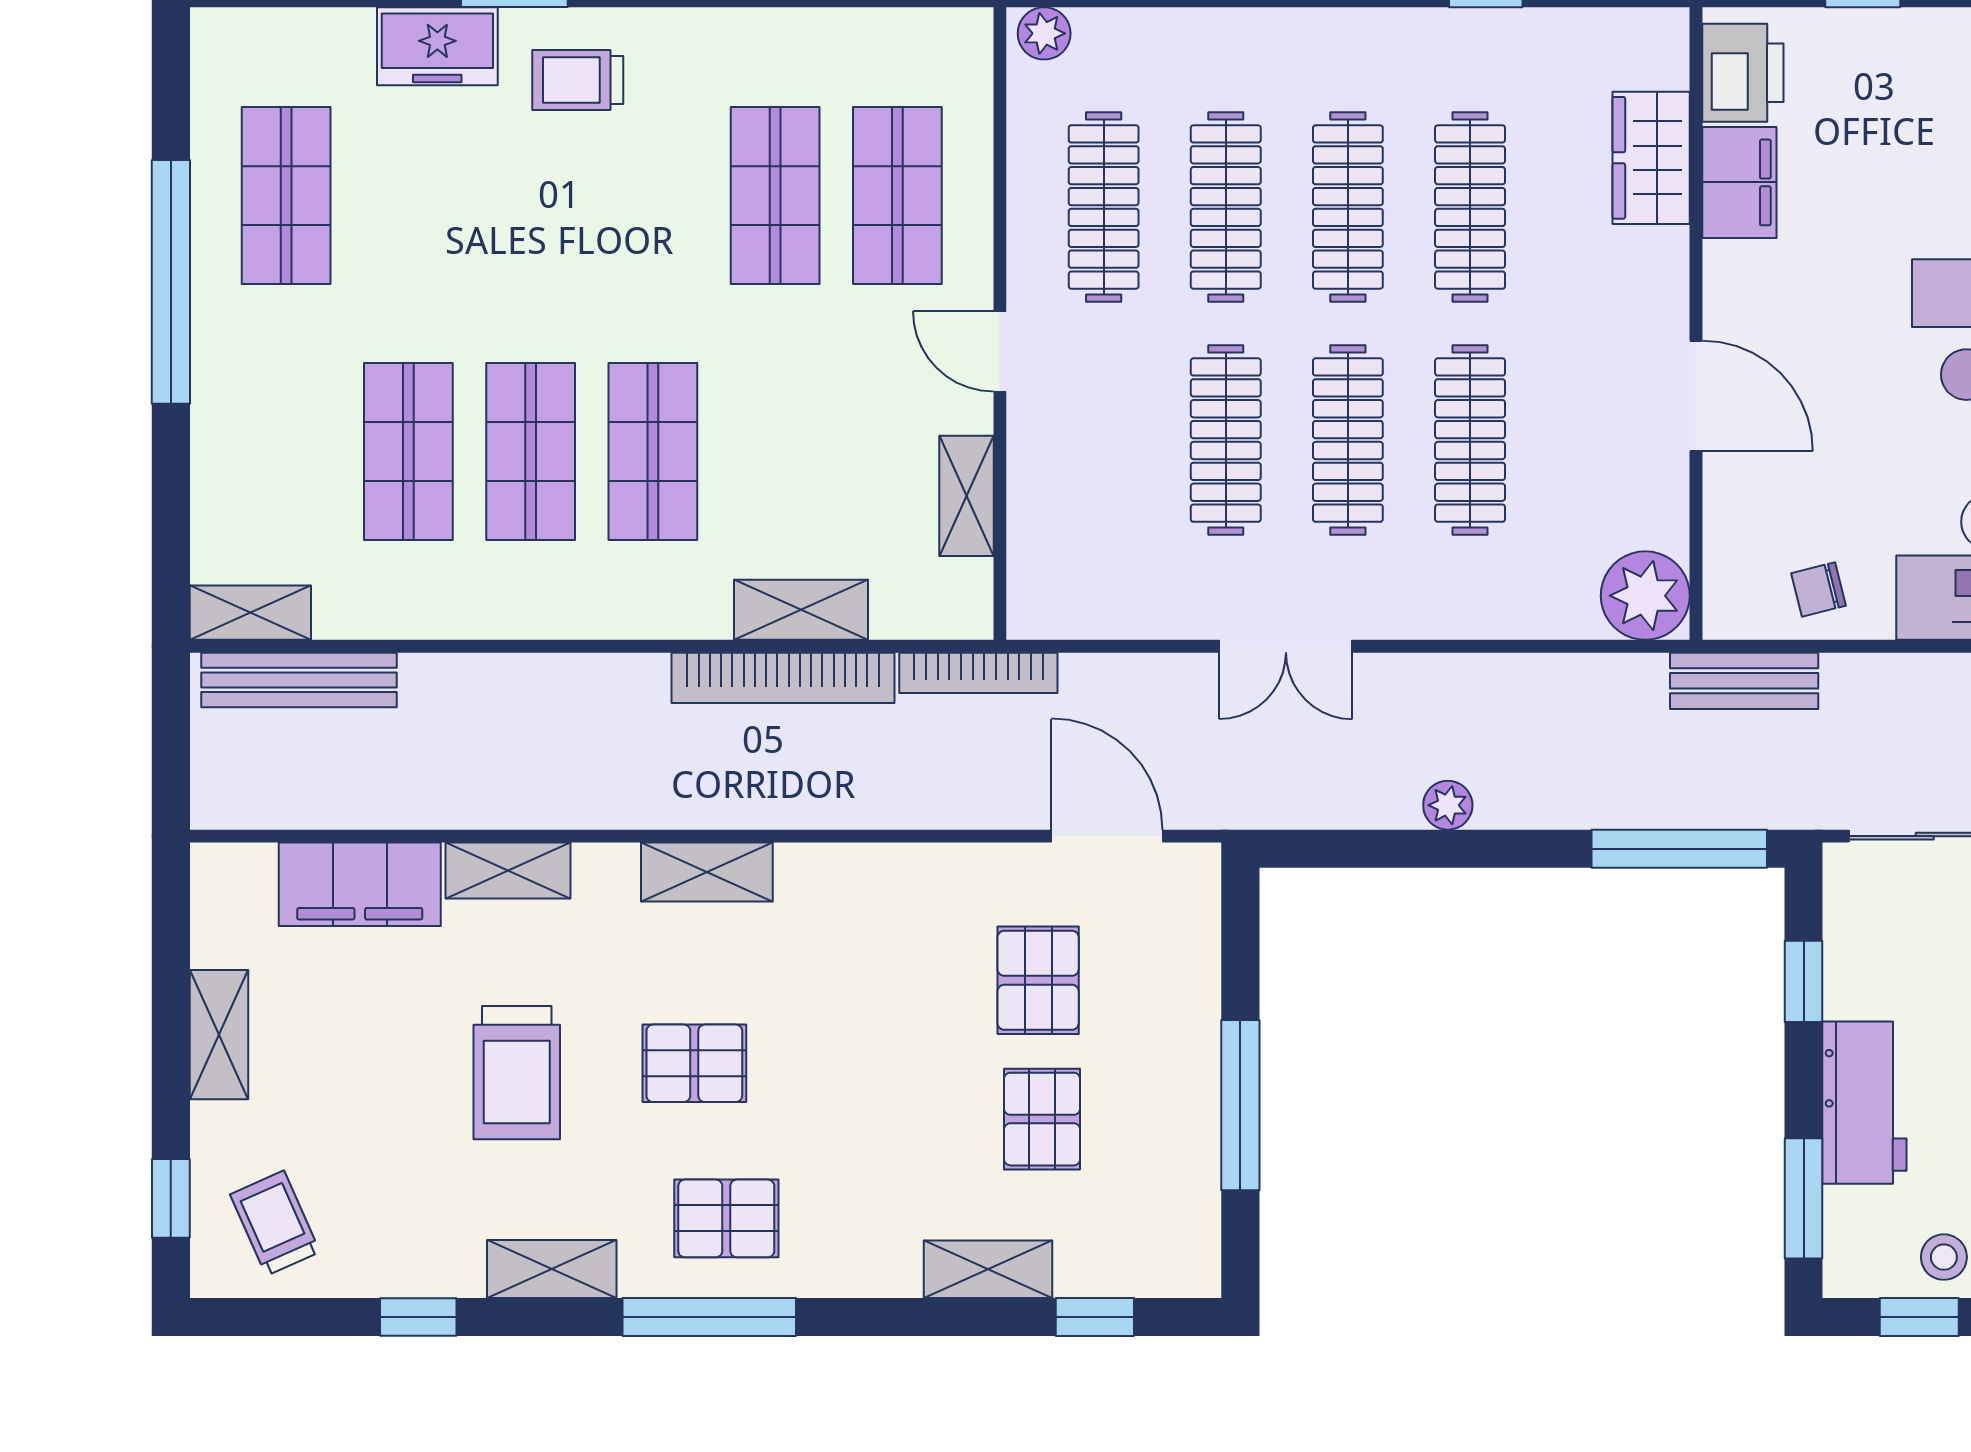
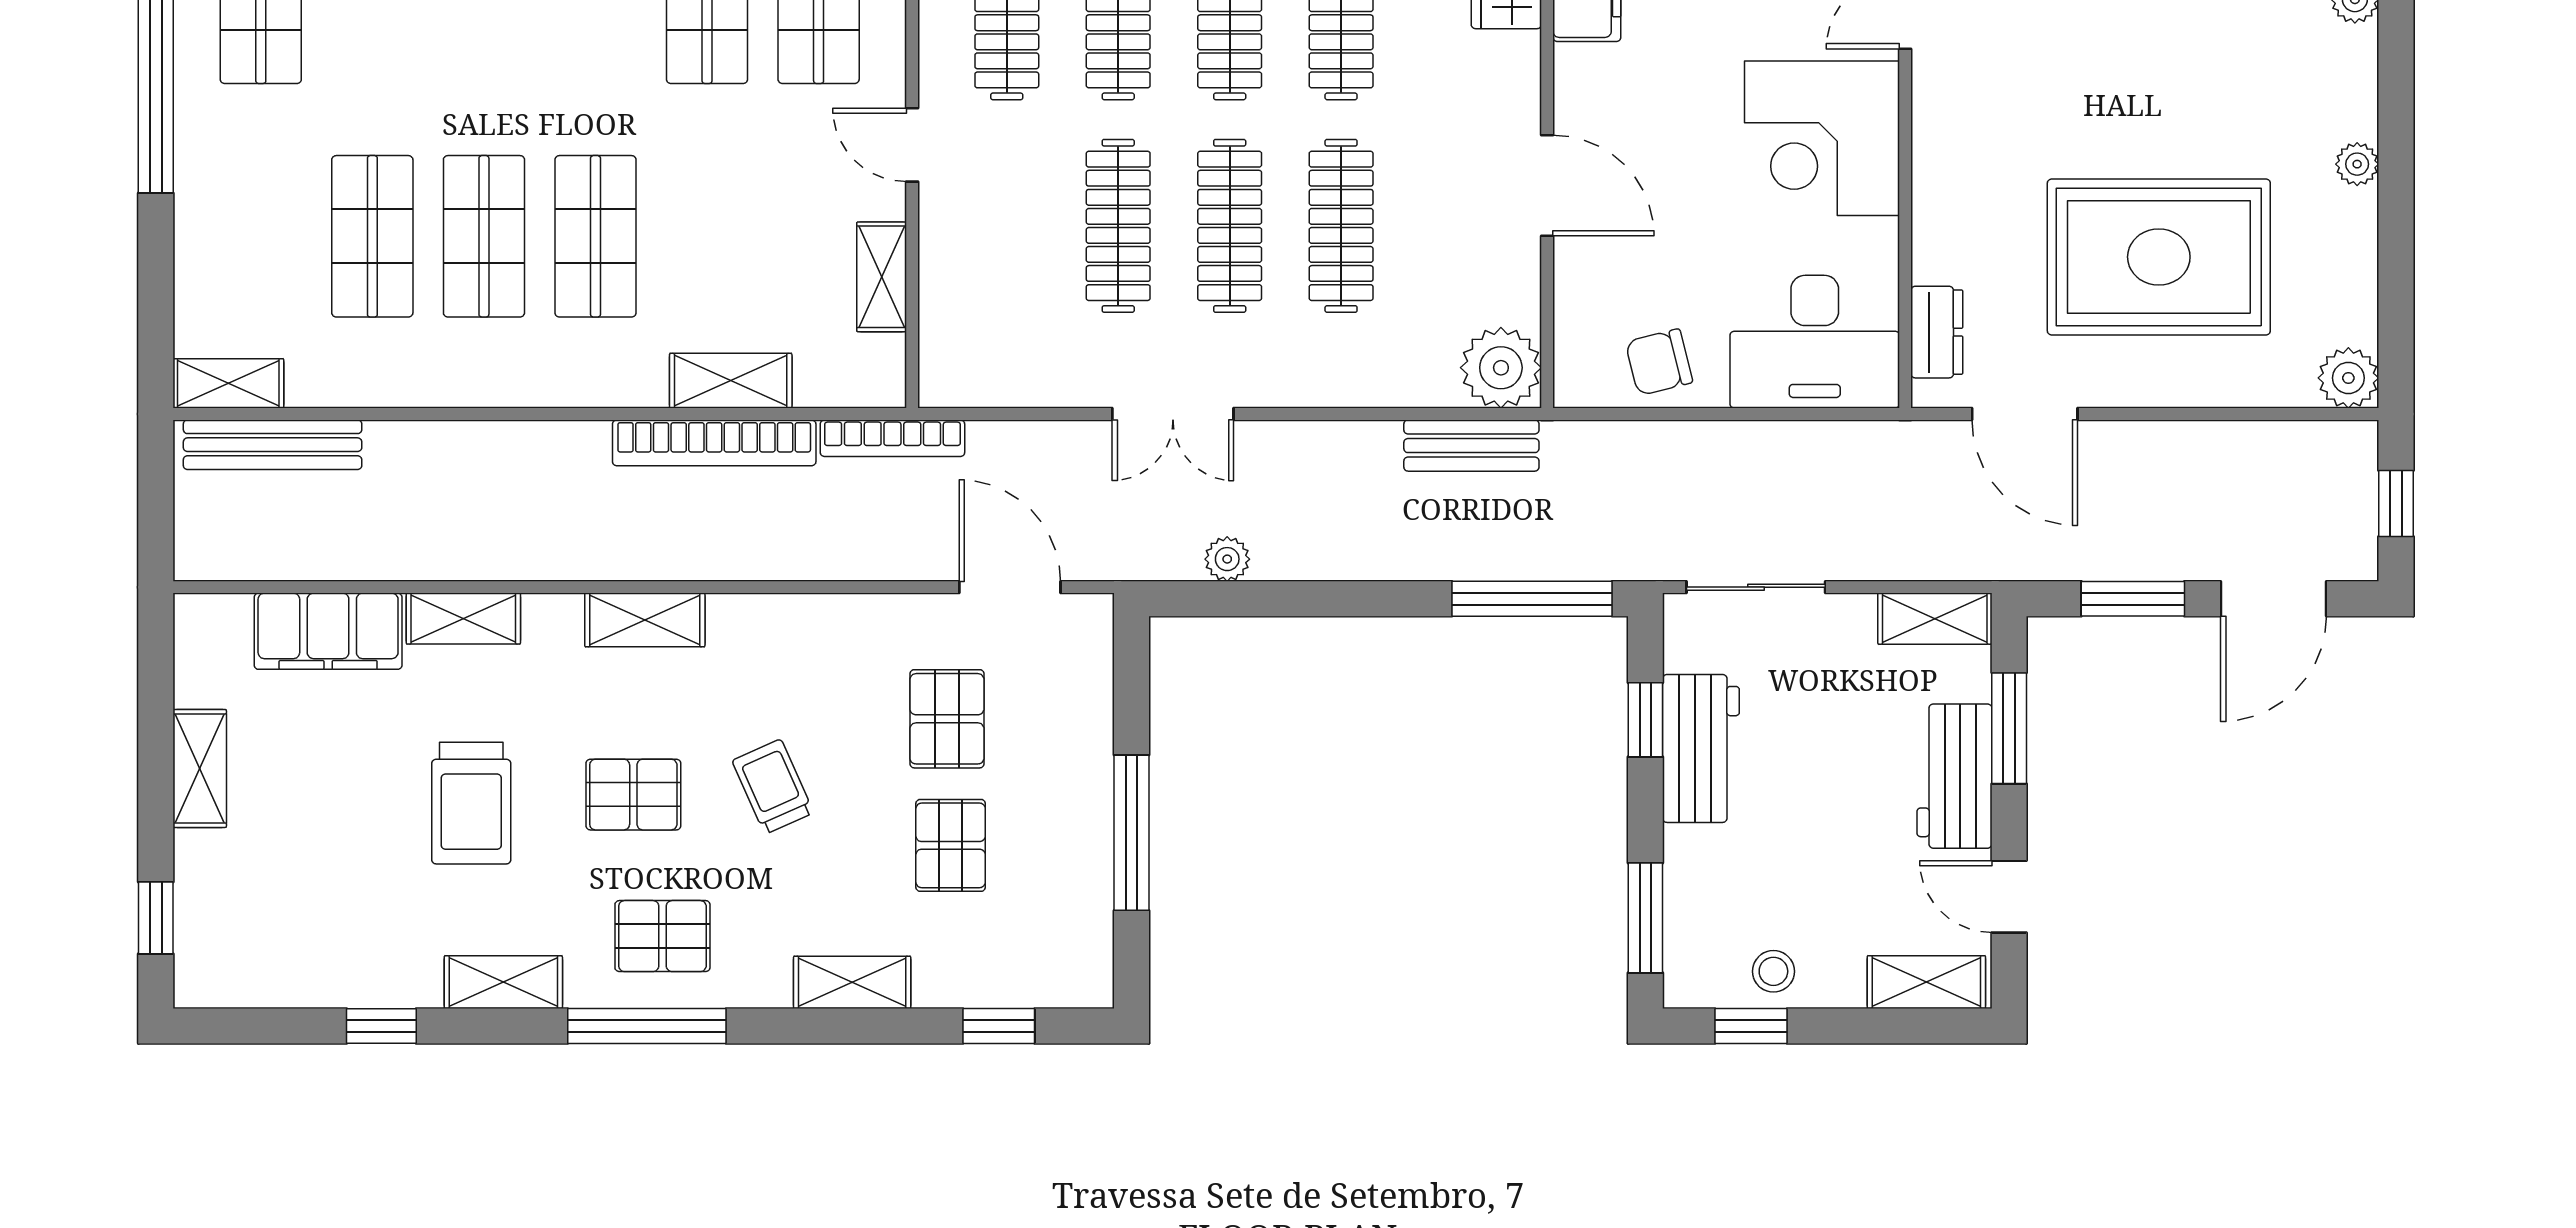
chair: (1818, 589) -> (1659, 362), width x1.37, depth x1.37
bench: (1744, 681) -> (1471, 446), moved
plant: (1448, 805) -> (1227, 559), moved
workbench: (1864, 1103) -> (1701, 748), moved
trolley: (275, 1223) -> (773, 787), moved
shelving: (988, 1269) -> (852, 982), moved

